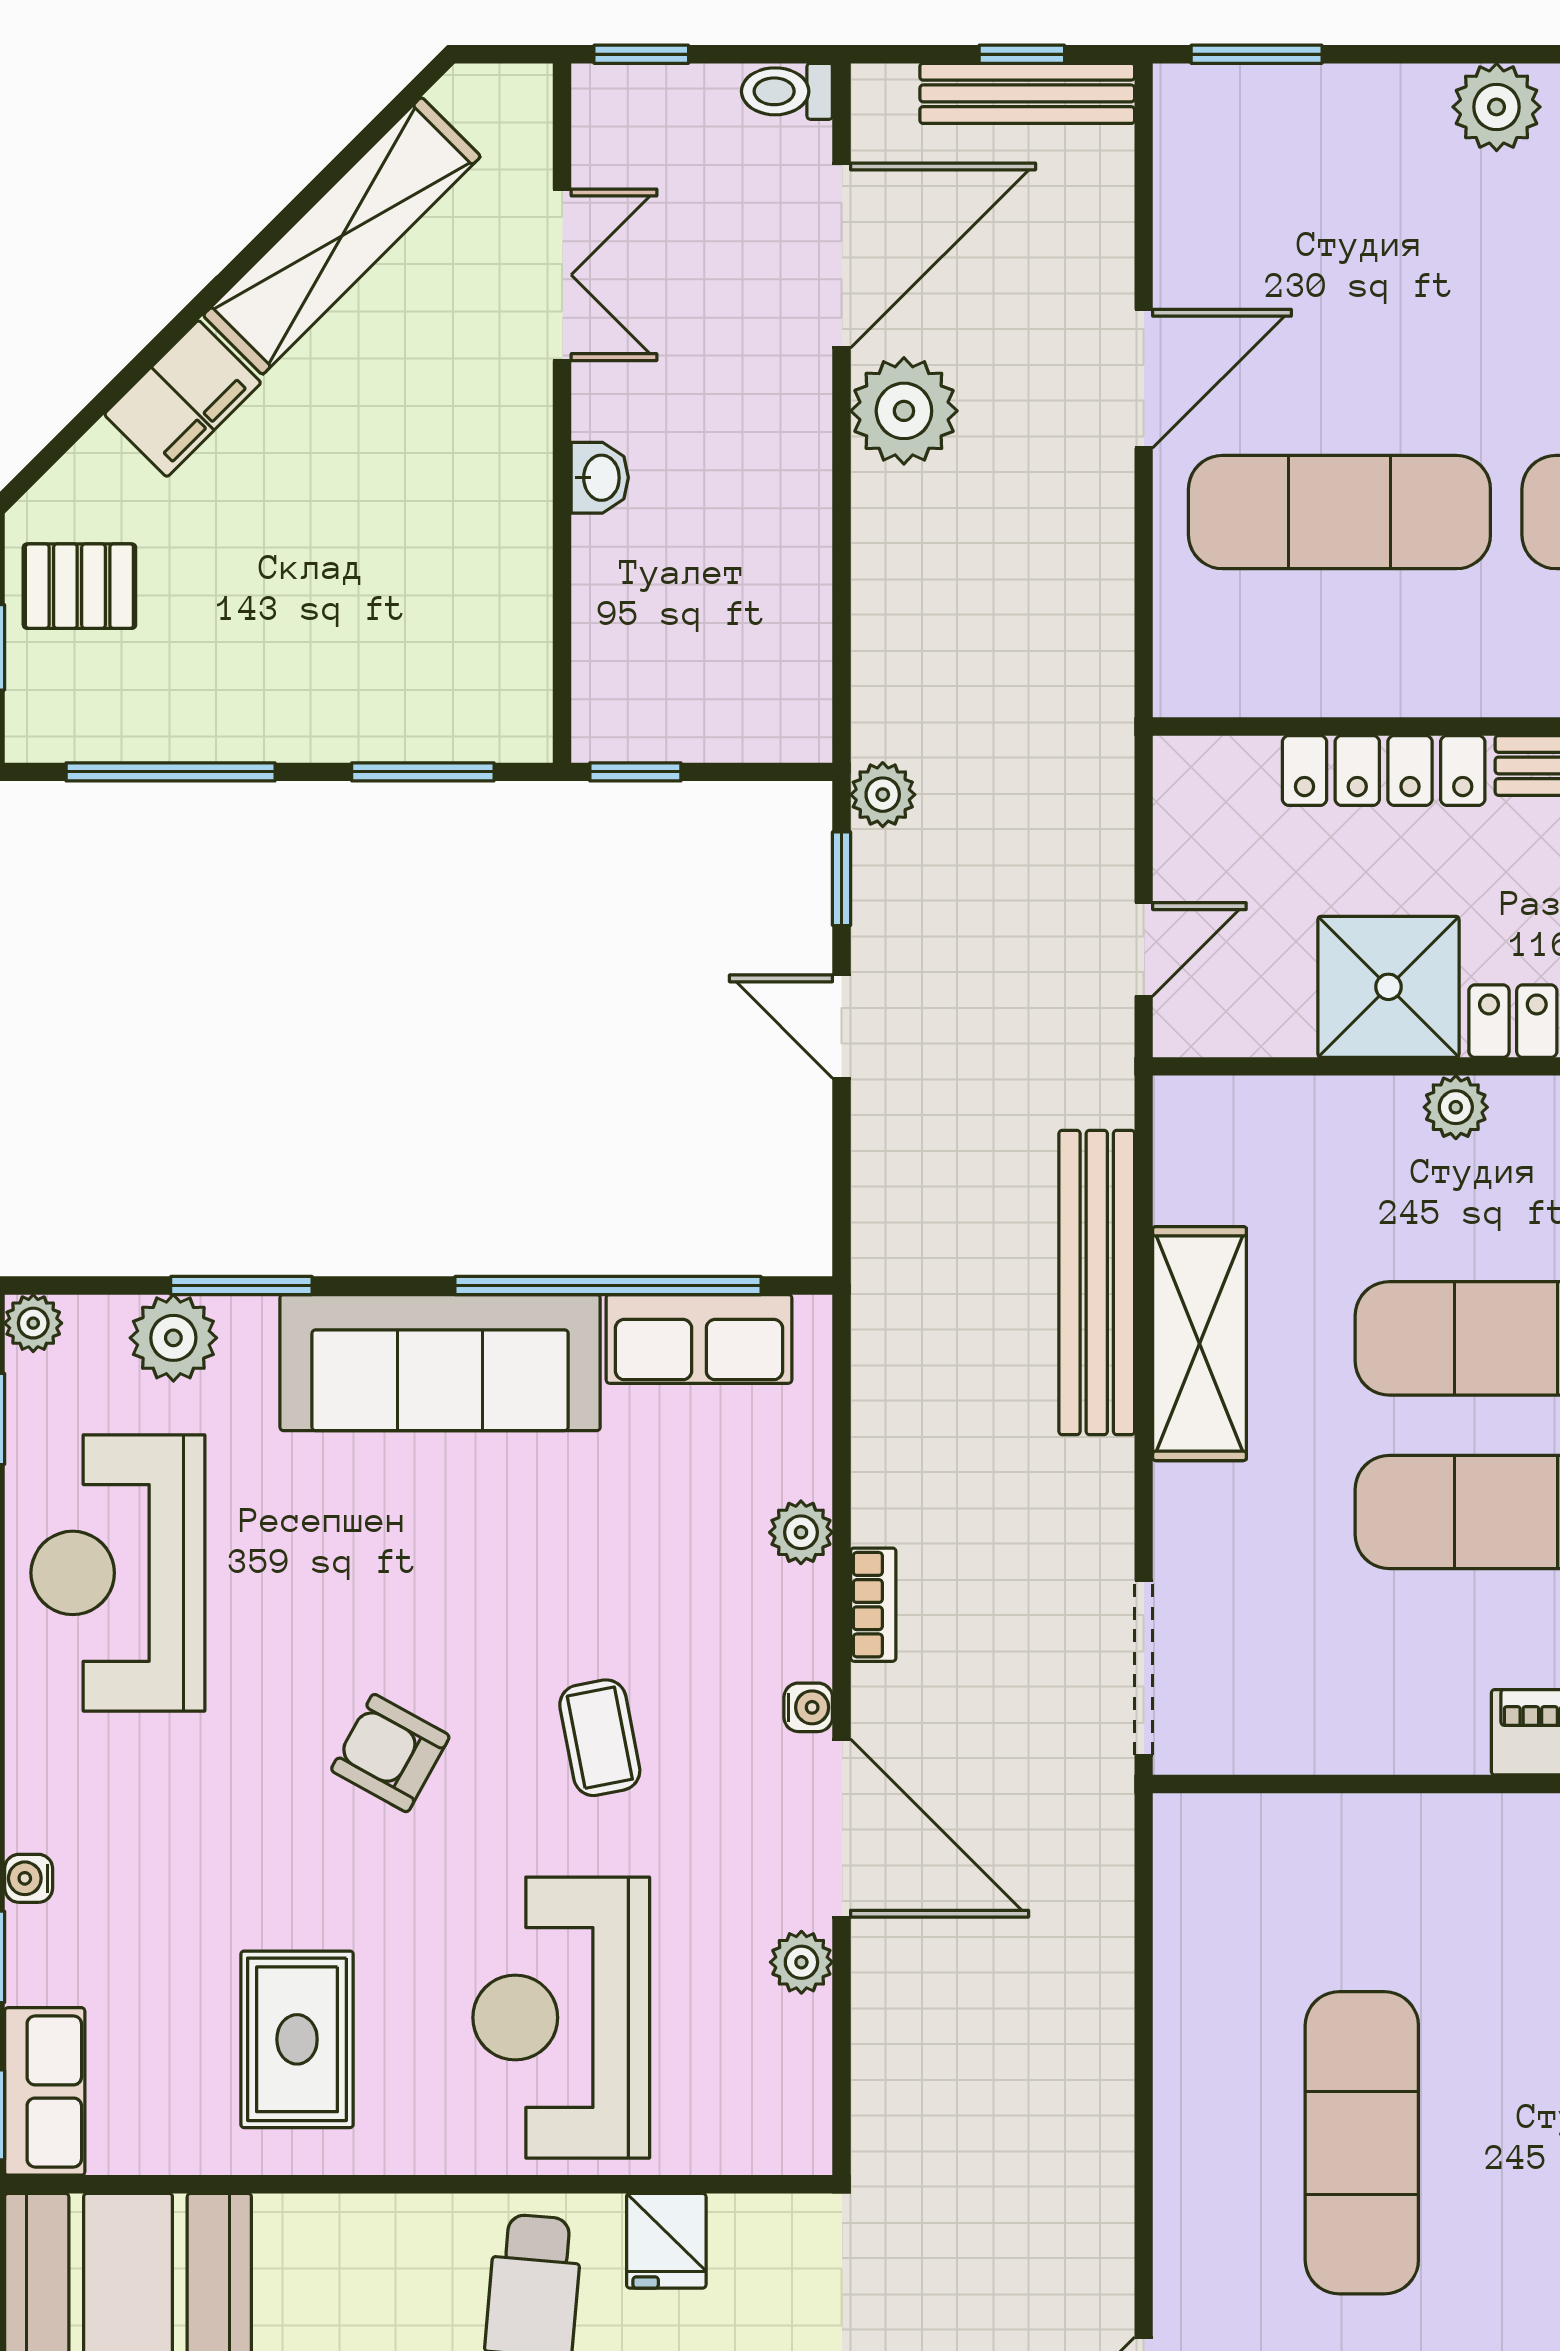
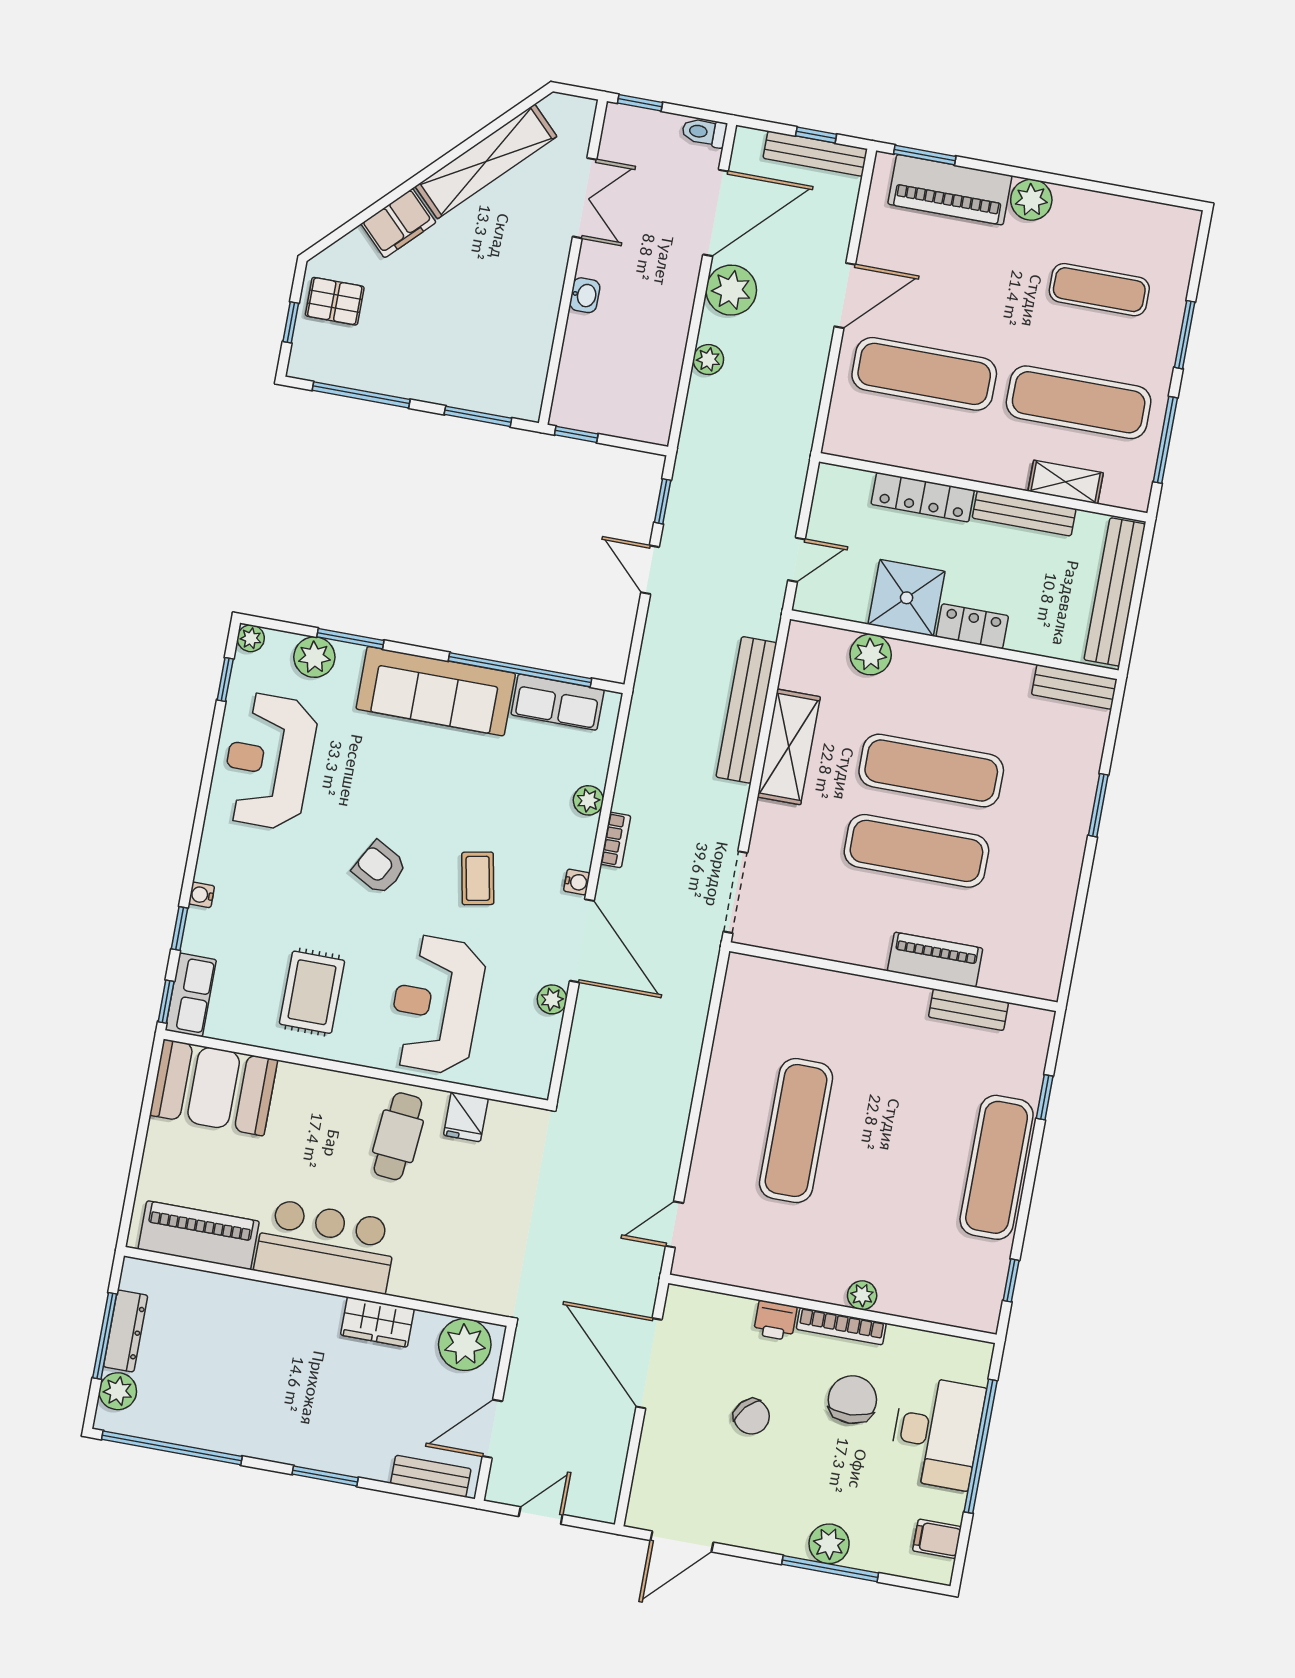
piano: (1322, 117) -> (950, 190), added
plant: (883, 795) -> (708, 360), moved
plant: (1456, 1107) -> (871, 654), moved, width x1.38, depth x1.38

